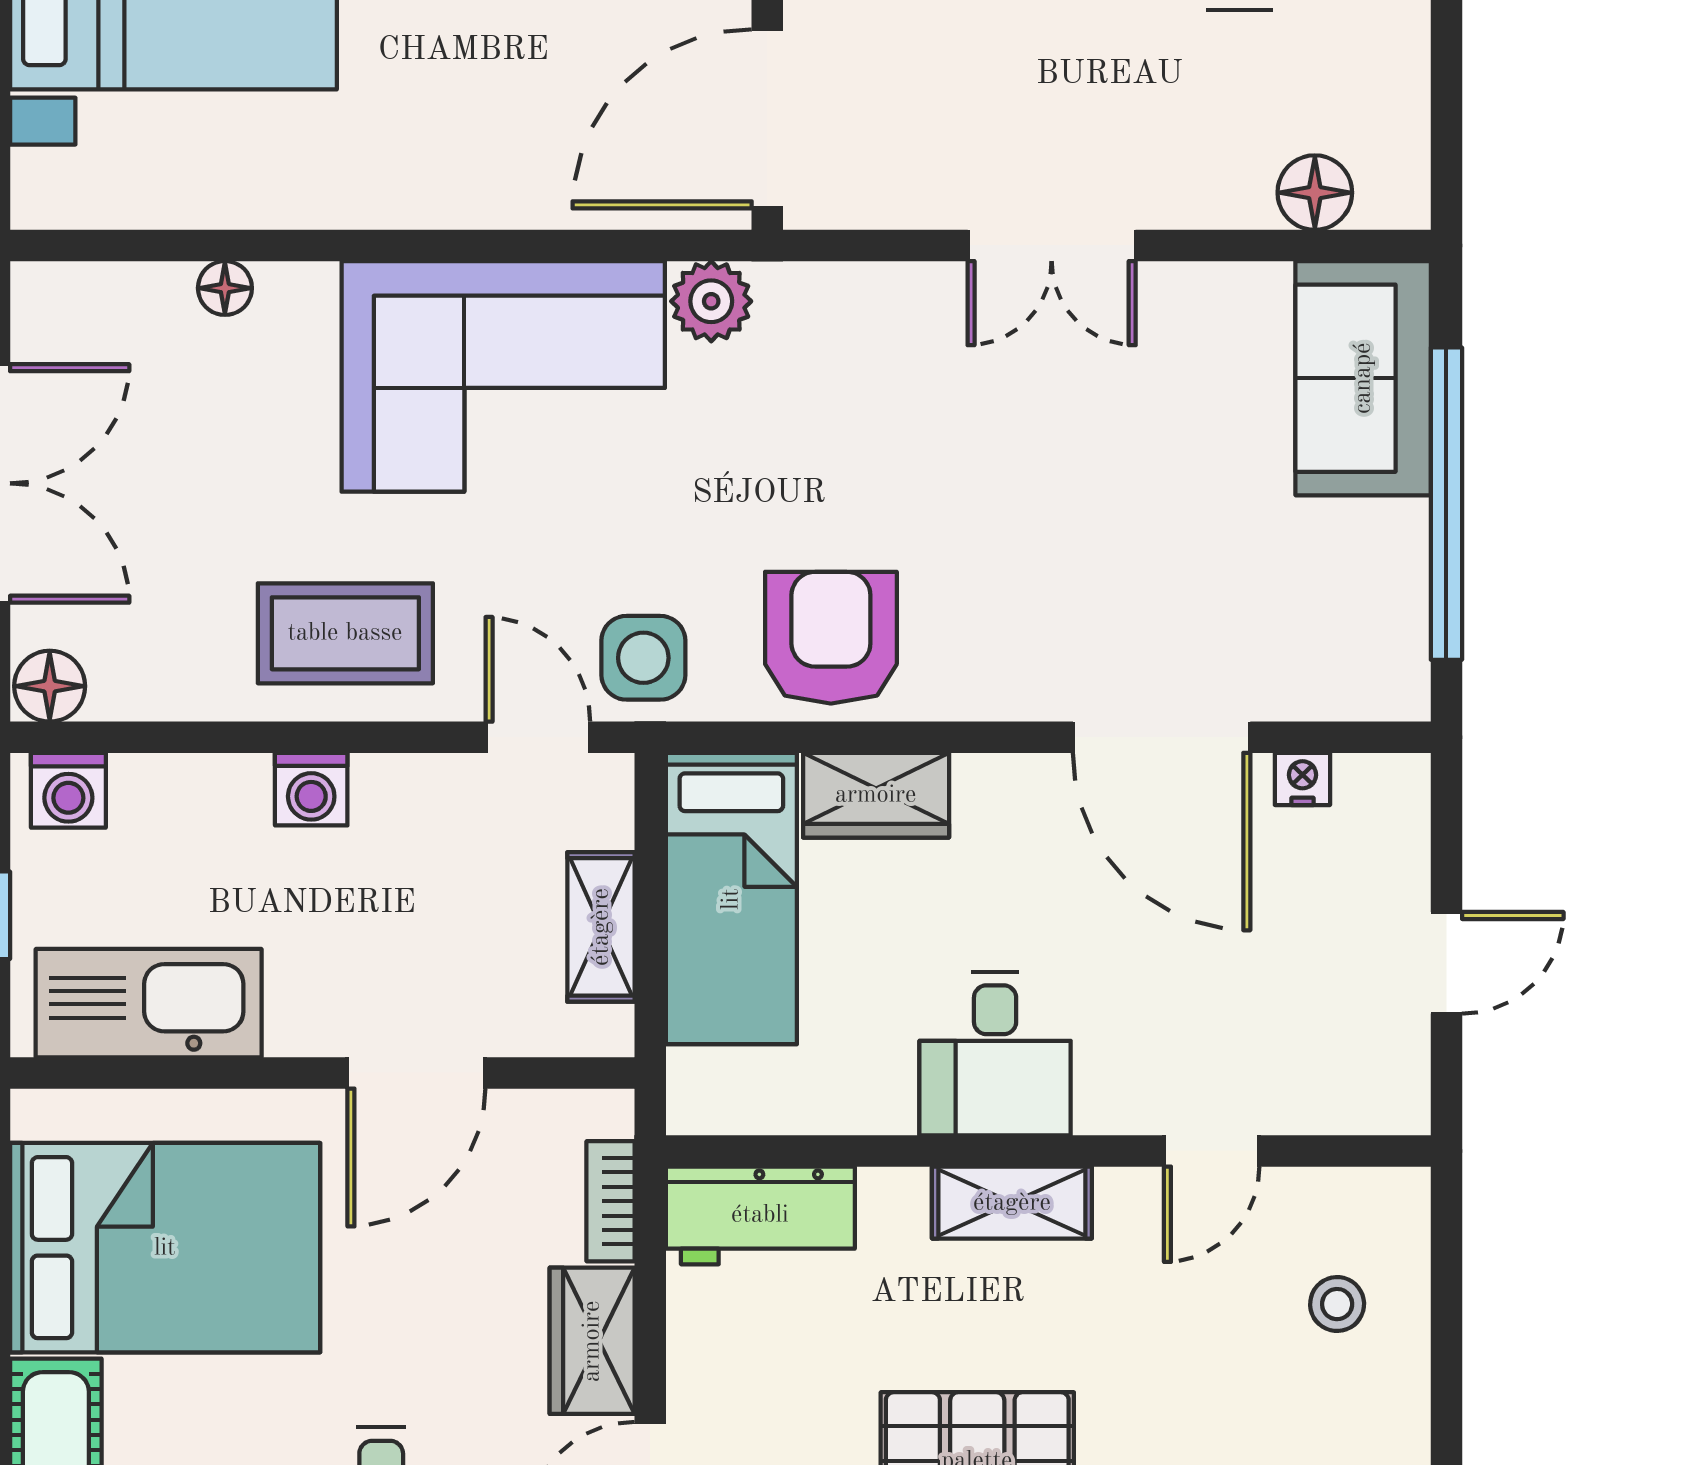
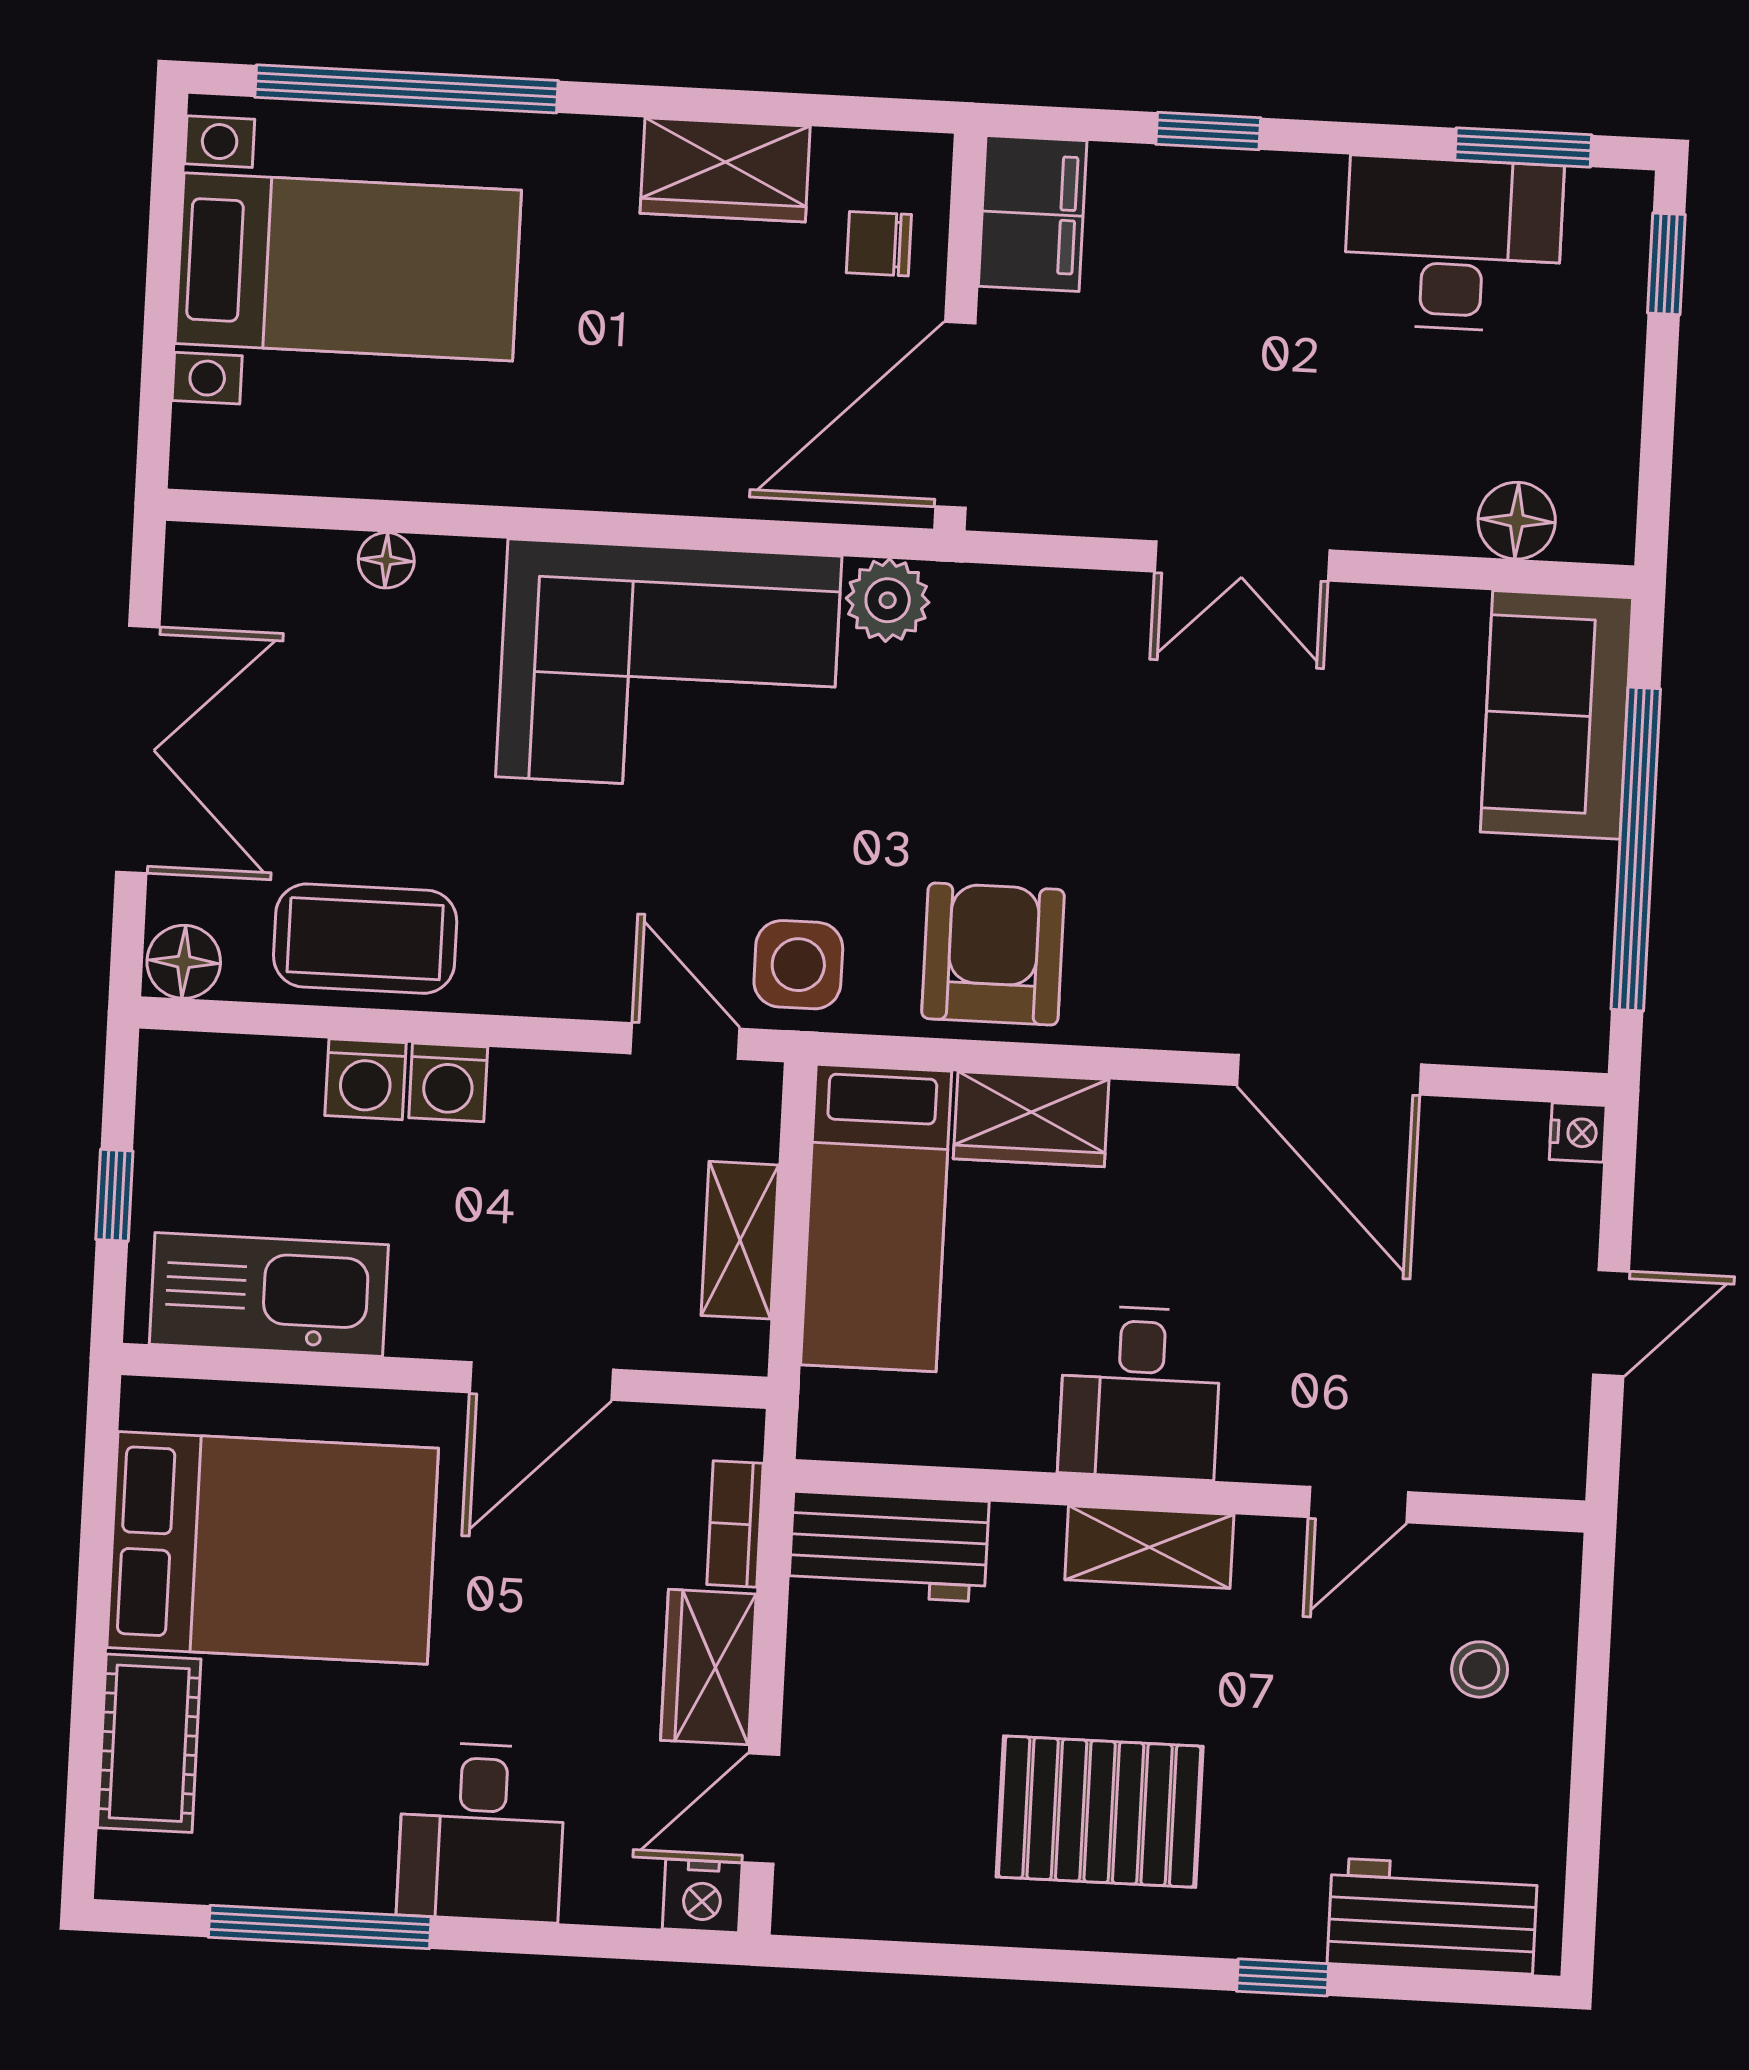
coffee table: (345, 633) -> (365, 939), moved
nightstand: (1302, 779) -> (1578, 1133), moved, turned 90
washing machine: (68, 790) -> (366, 1079), moved

